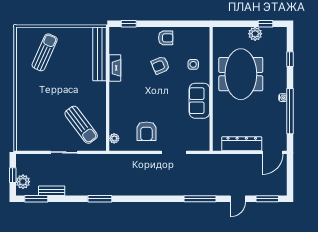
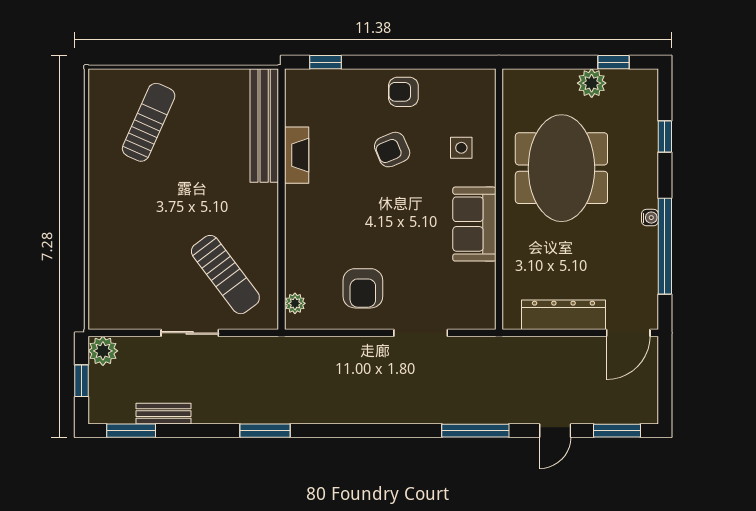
armchair: (166, 38) -> (403, 92), turned 180
plant: (23, 182) -> (103, 351), moved

